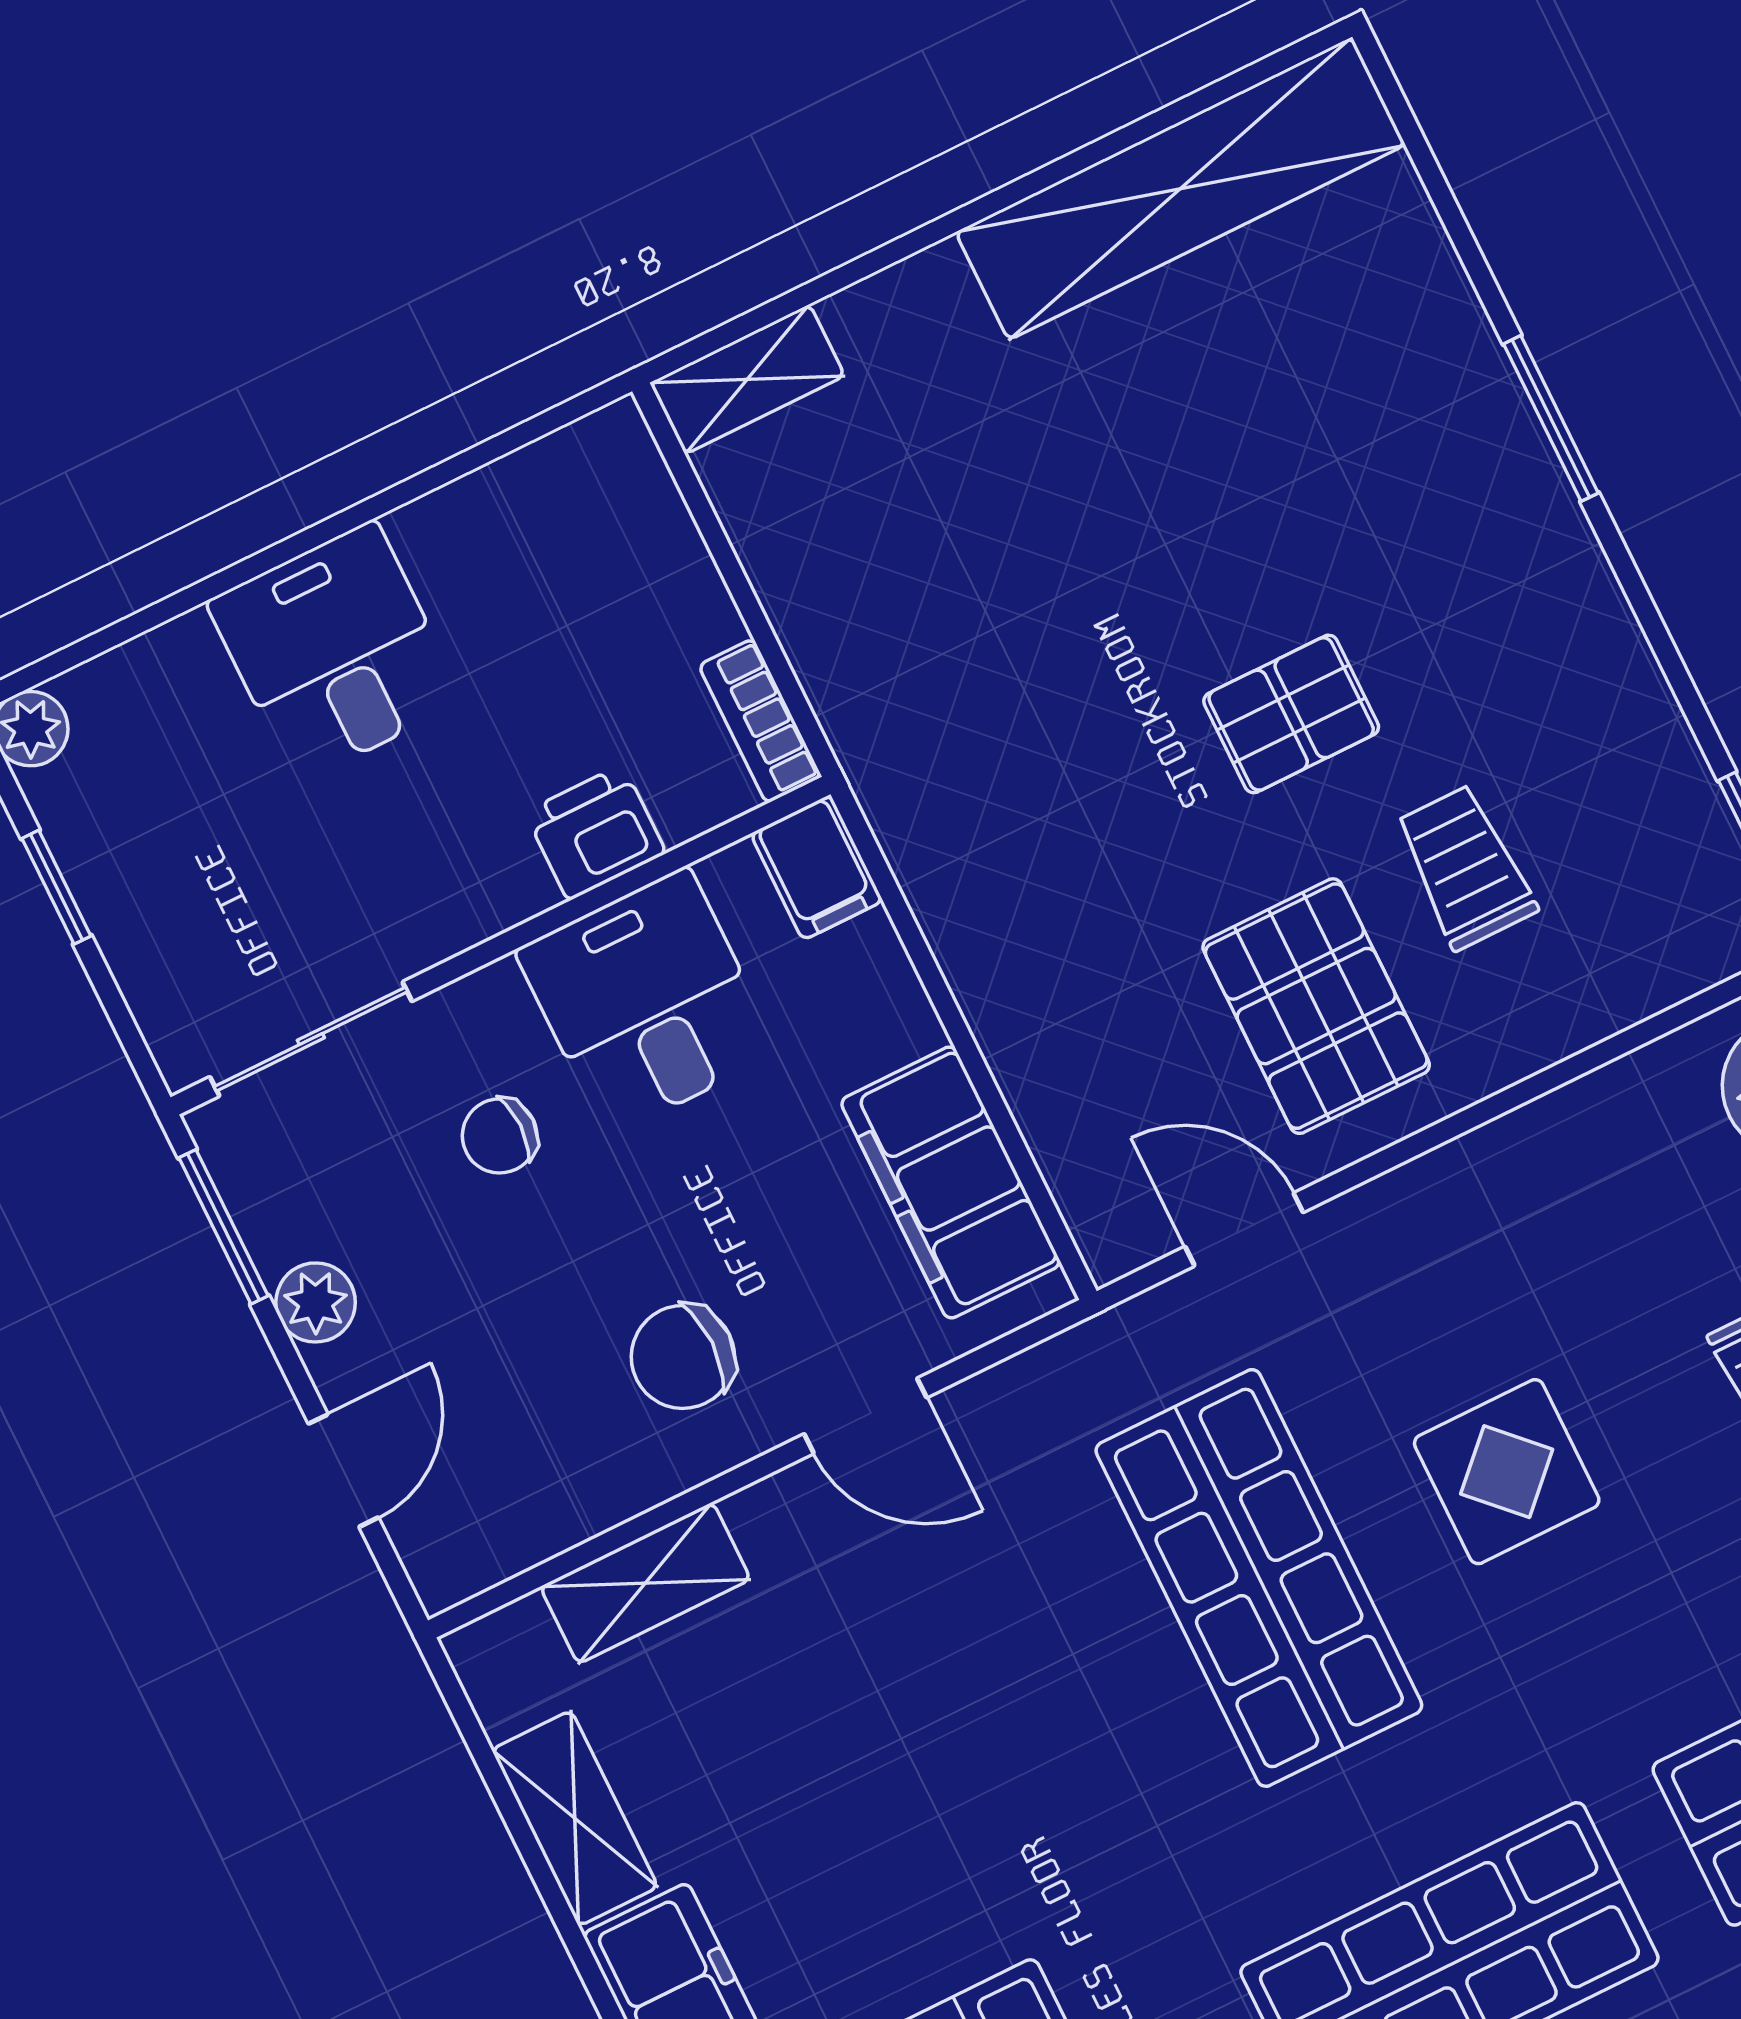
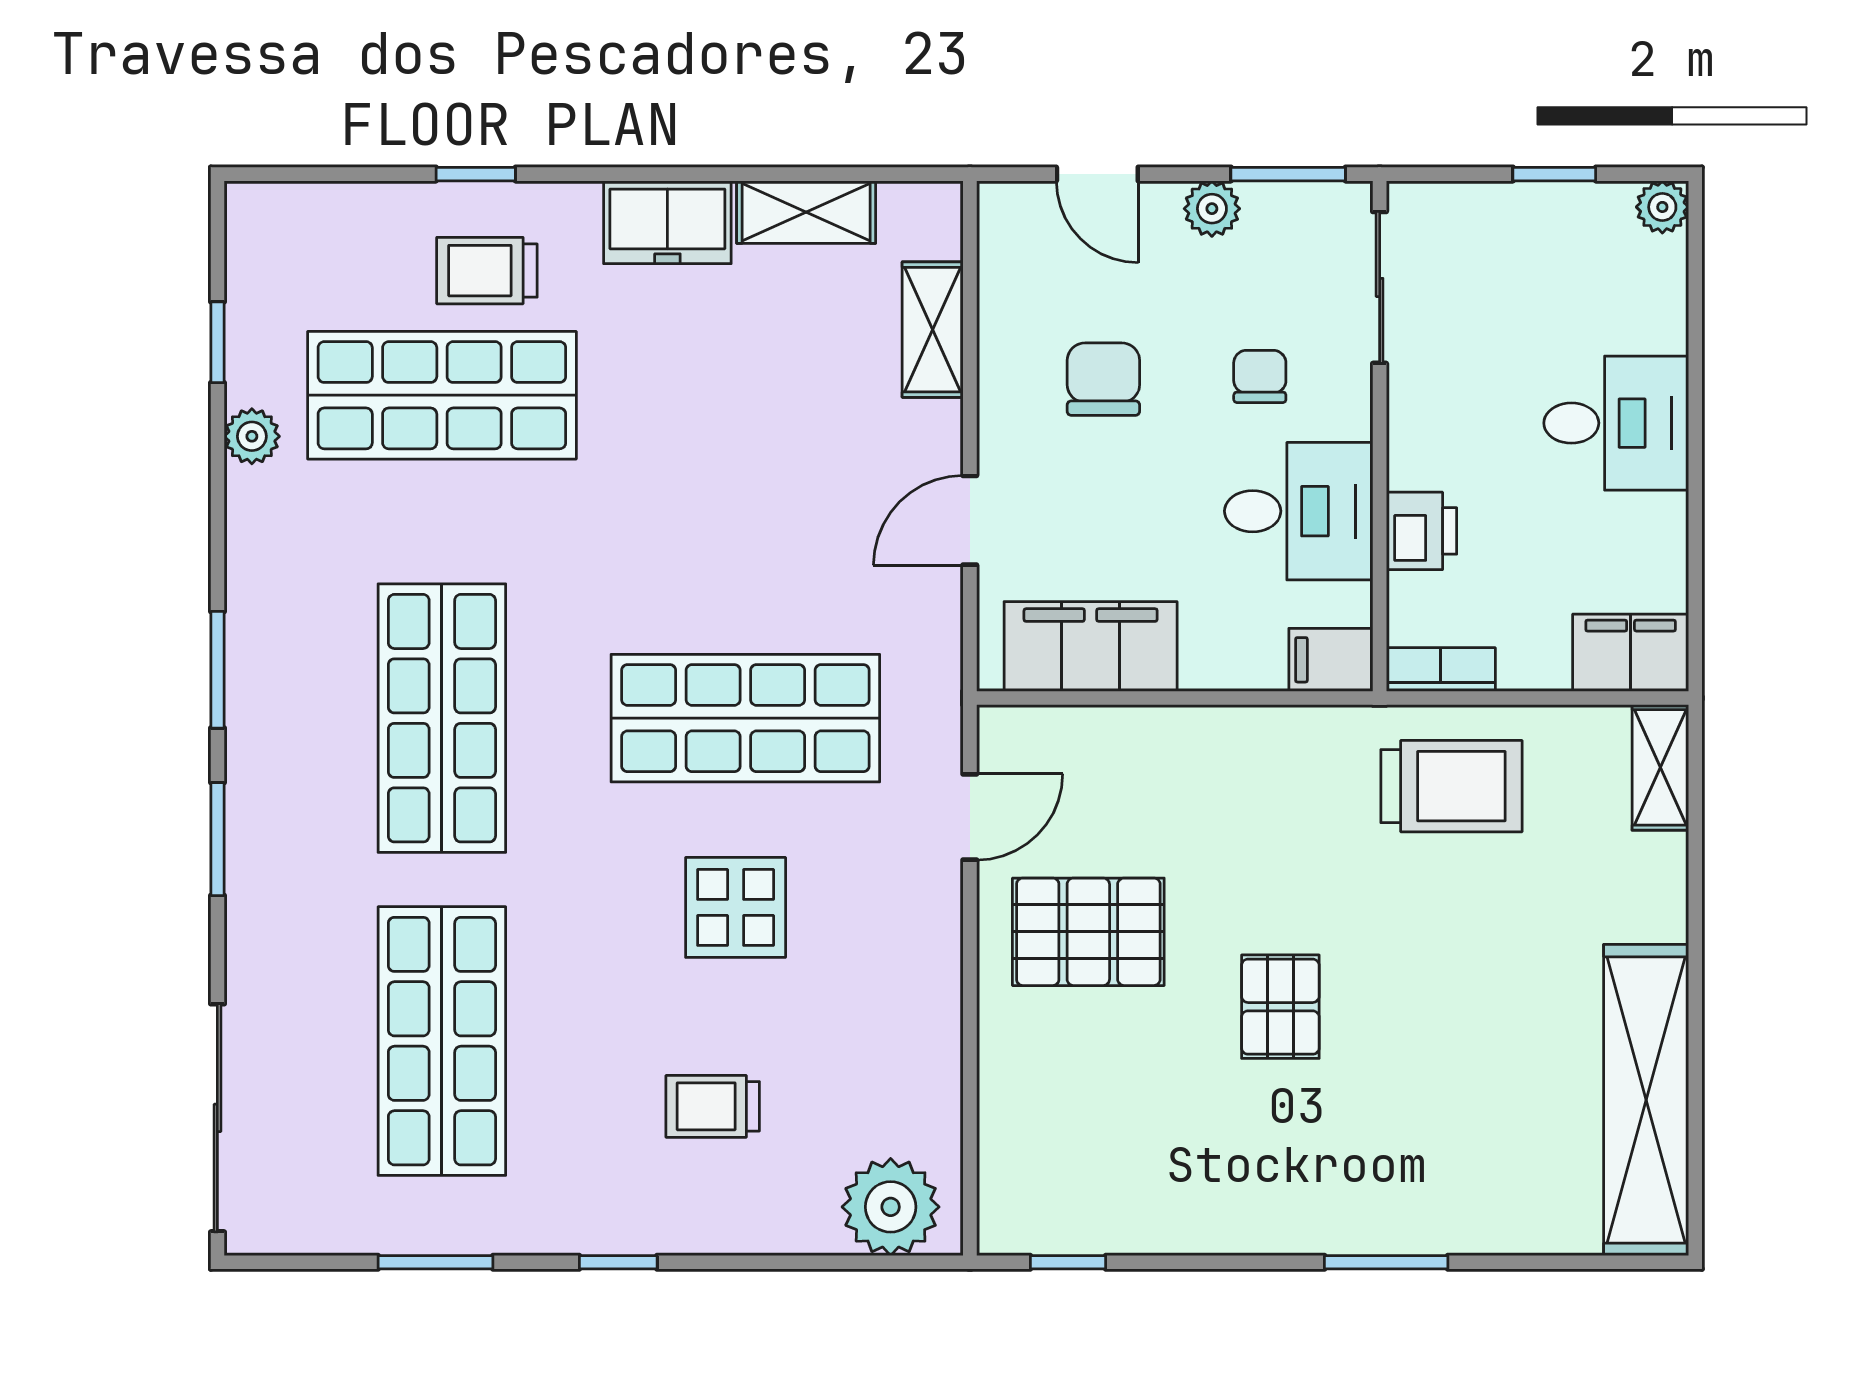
filing cabinet: (619, 489) -> (1631, 653), added
trolley: (1465, 867) -> (1451, 786), moved, width x1.36, depth x1.39
chair: (683, 1357) -> (1103, 379), moved

